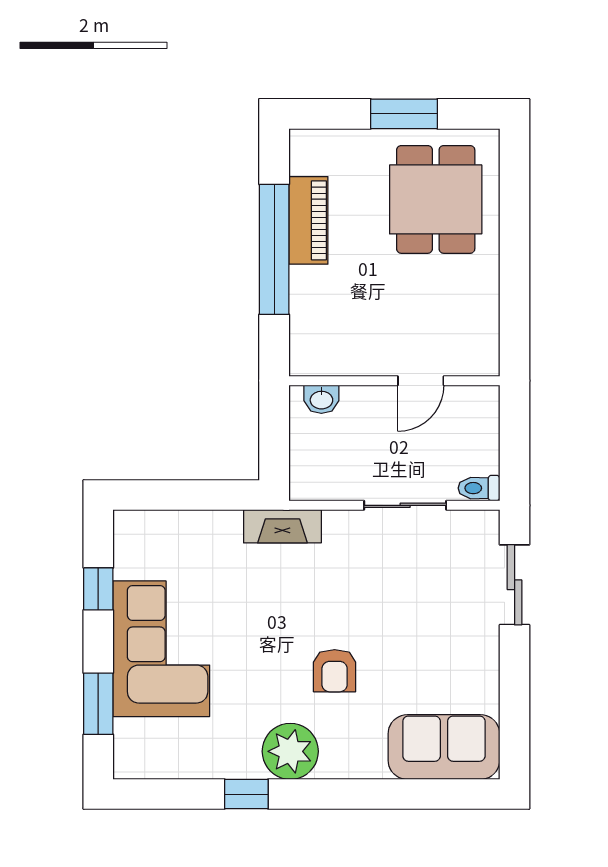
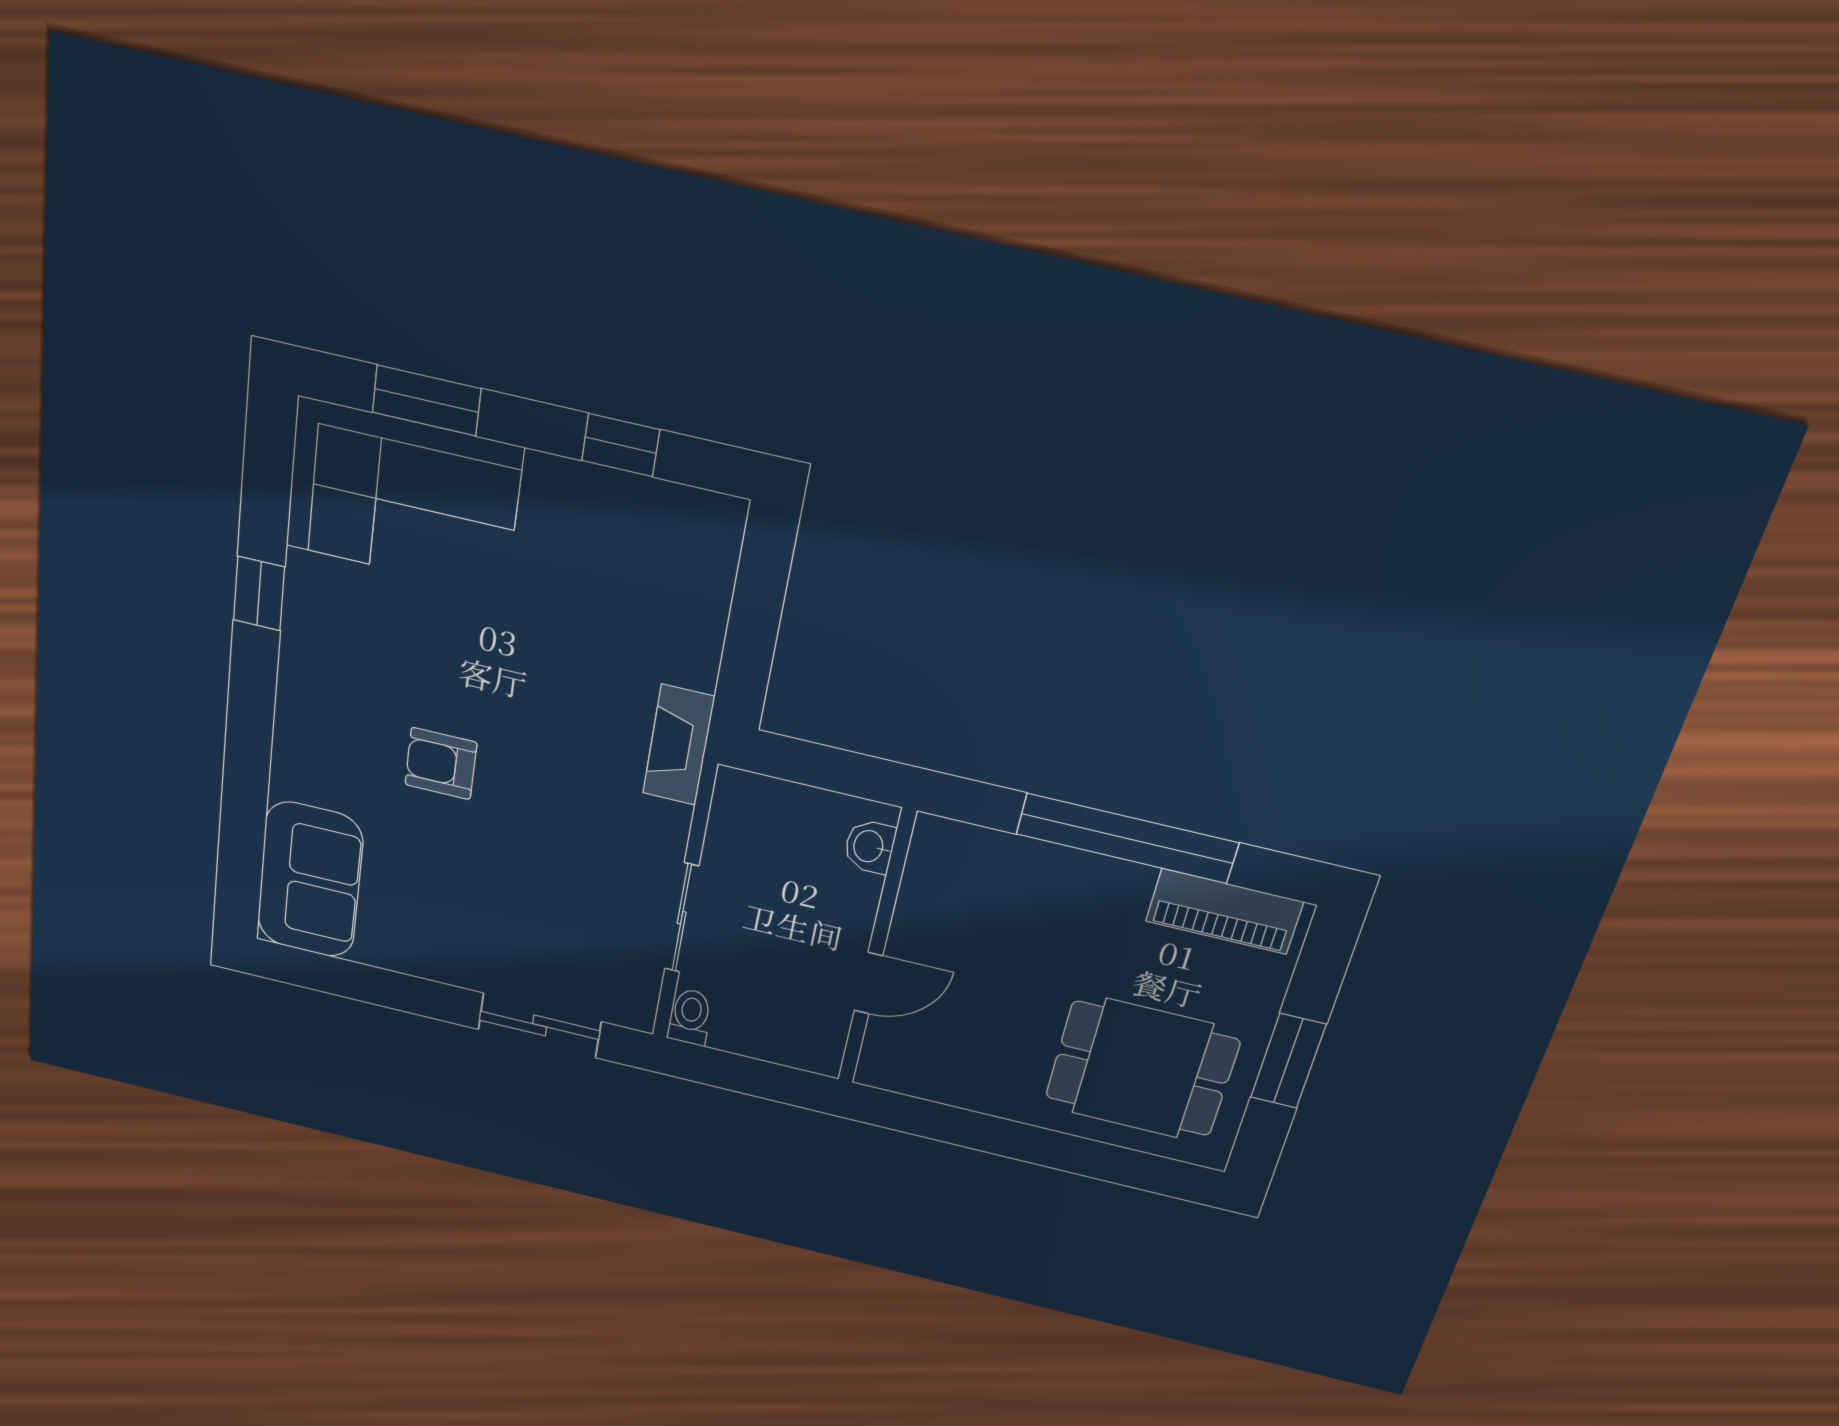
piano: (308, 220) -> (1224, 911), moved
door: (421, 381) -> (868, 983), swing flipped
corner sofa: (161, 649) -> (403, 497), moved
plant: (290, 751) -> (321, 672), removed

